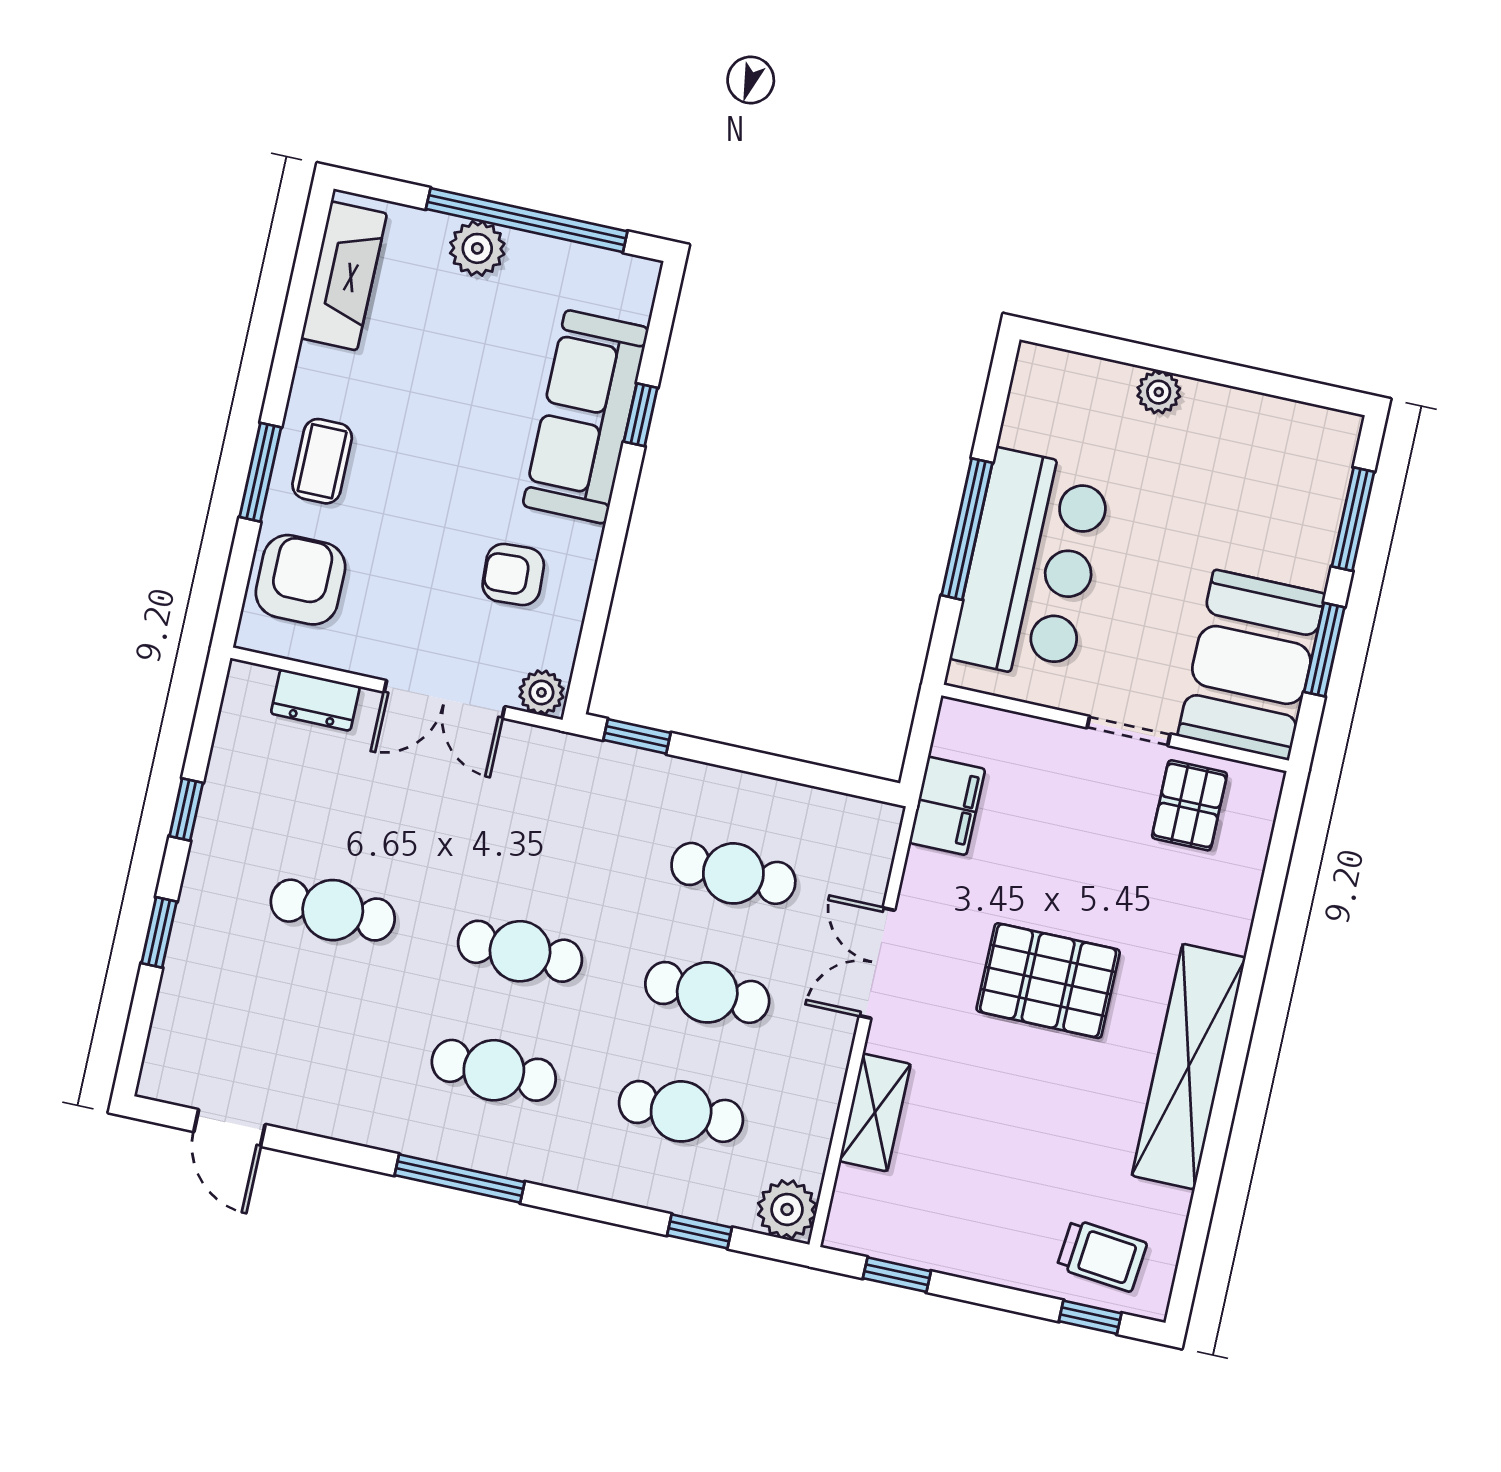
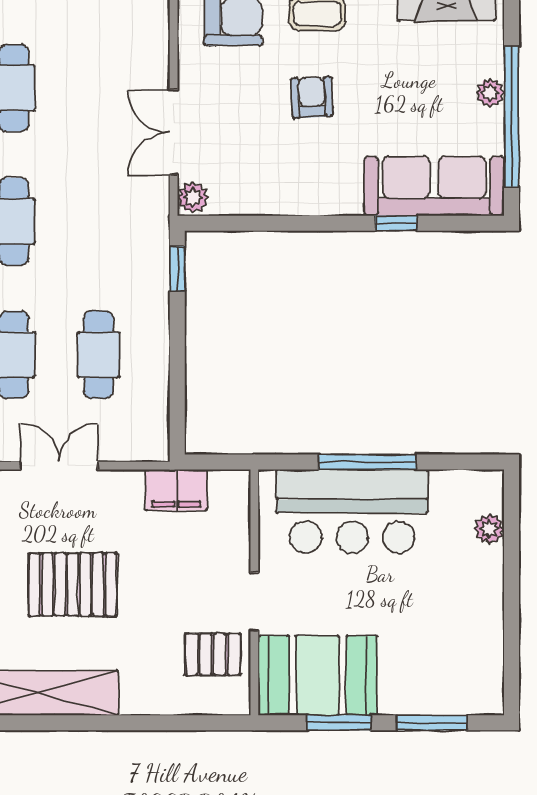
plant: (477, 248) -> (490, 93), width x0.73, depth x0.73
plant: (1159, 392) -> (489, 529), moved
sofa: (586, 417) -> (434, 186), moved
armchair: (513, 575) -> (312, 97), moved
dresser: (315, 700) -> (154, 45), removed
pallet: (1048, 981) -> (73, 584), turned 90

